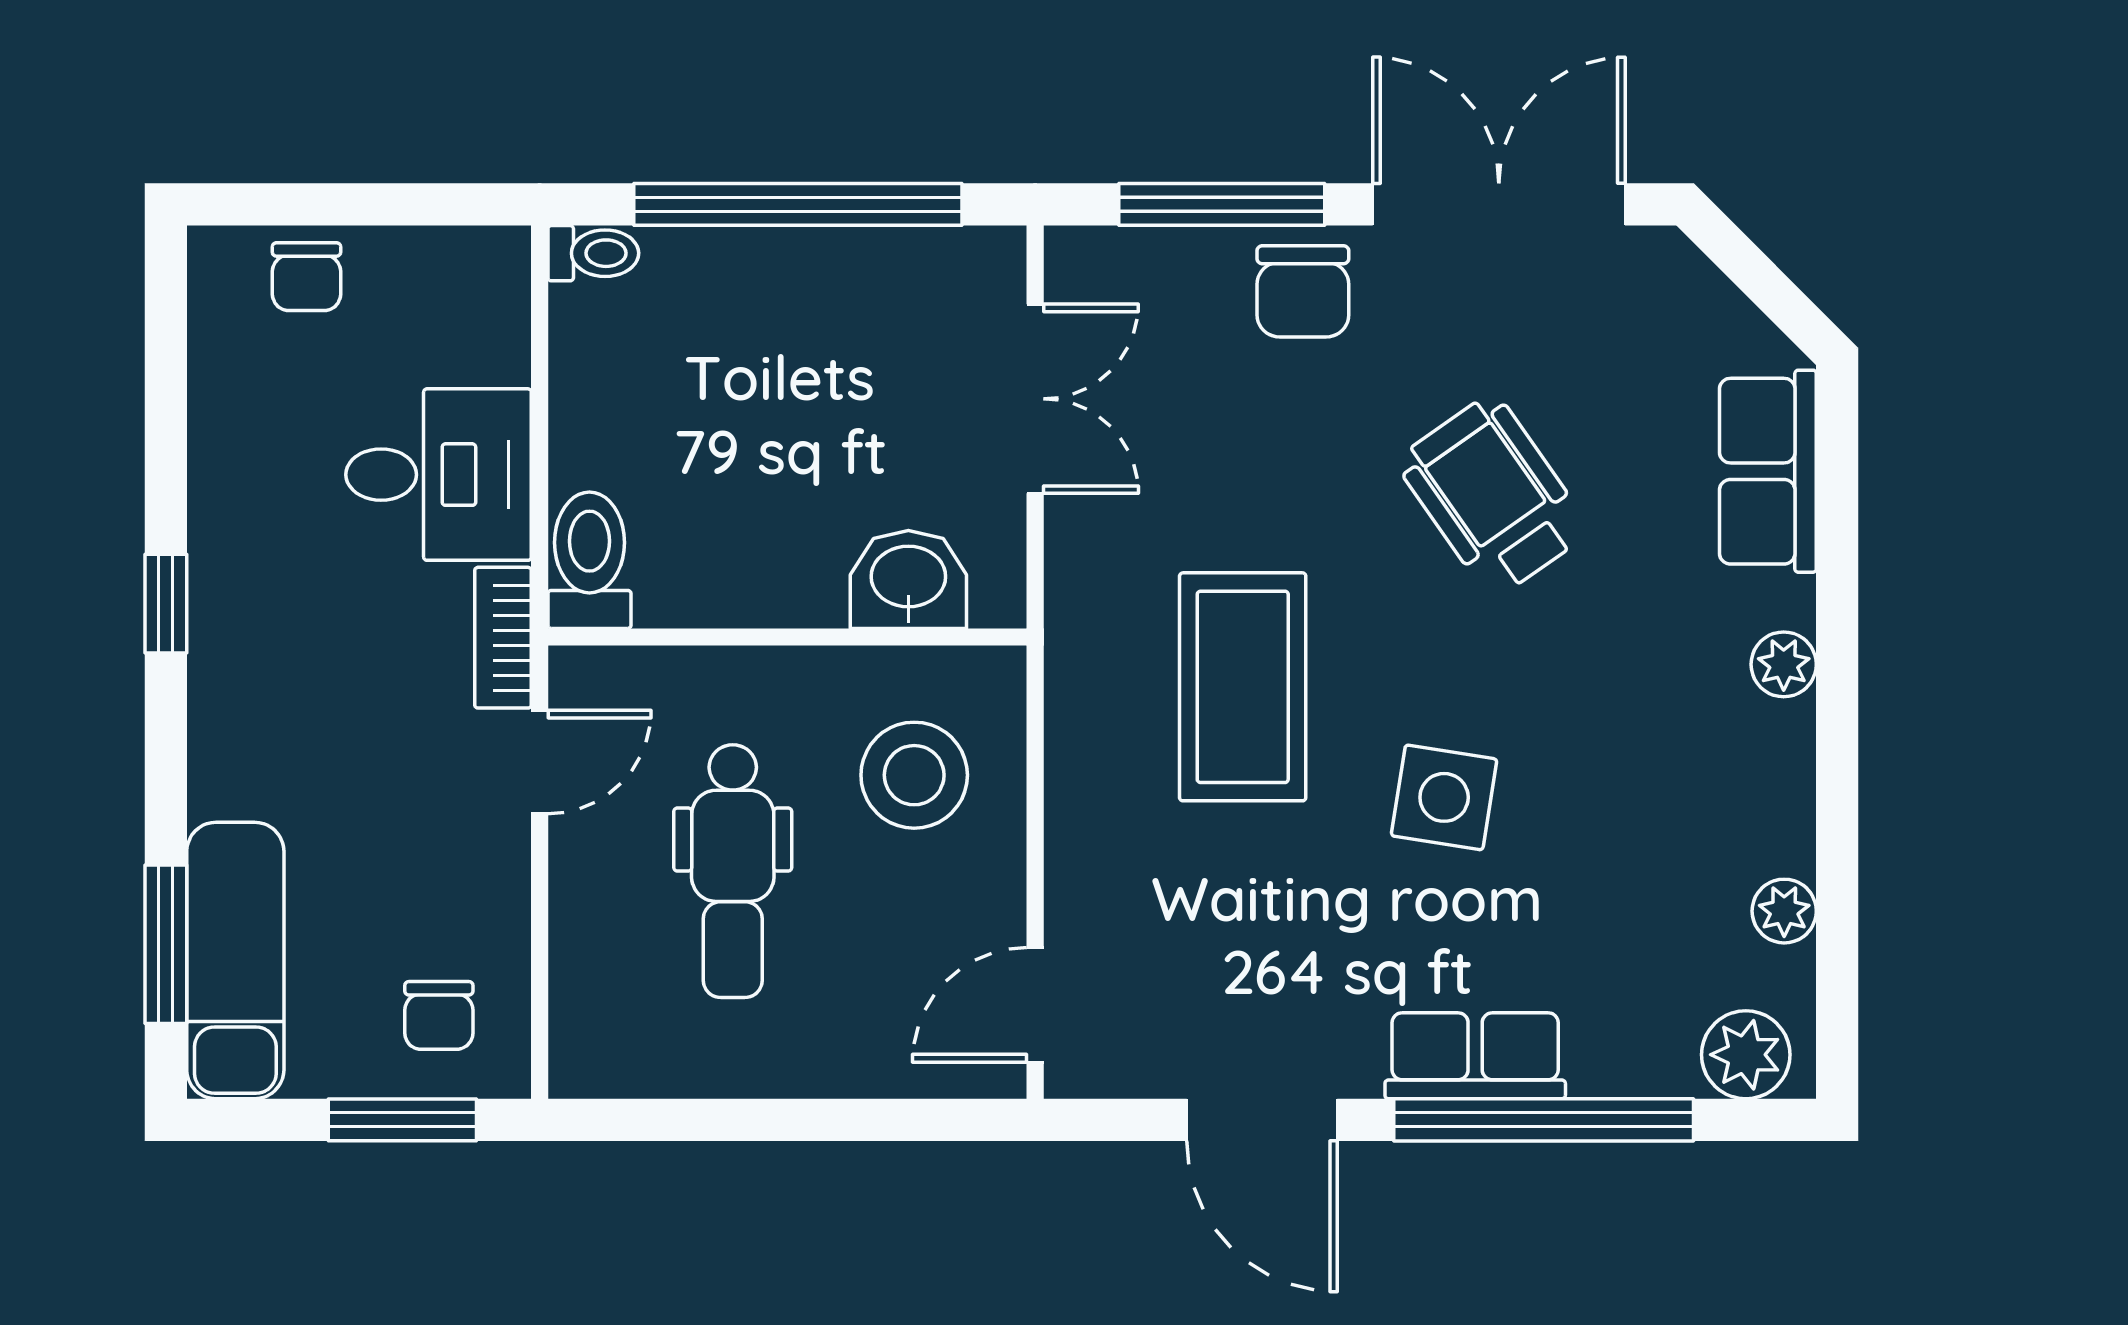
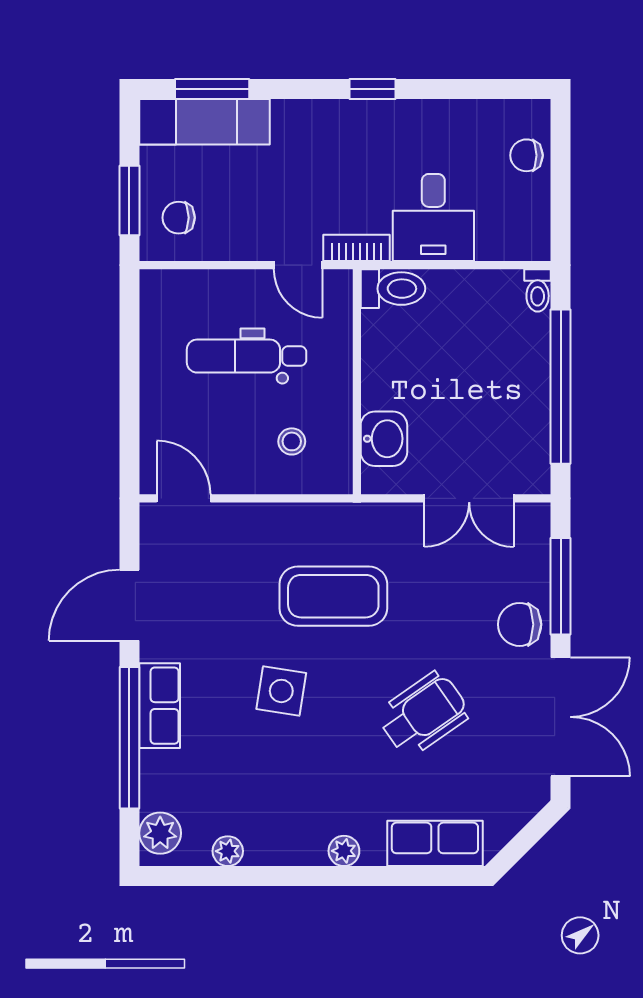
stool: (914, 775) -> (292, 441), width x0.53, depth x0.53

